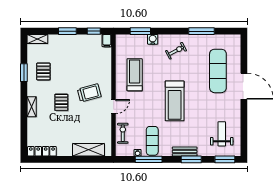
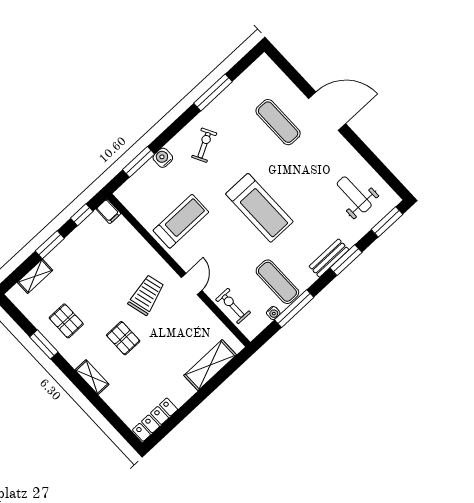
shelving: (37, 39) -> (35, 276), moved
exercise mat: (218, 71) -> (278, 122), width x0.73, depth x0.69
treadmill: (135, 75) -> (181, 221), turned 90

